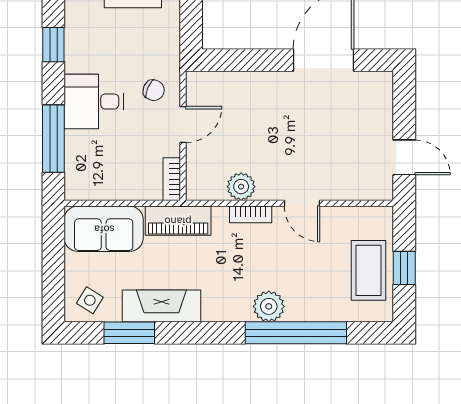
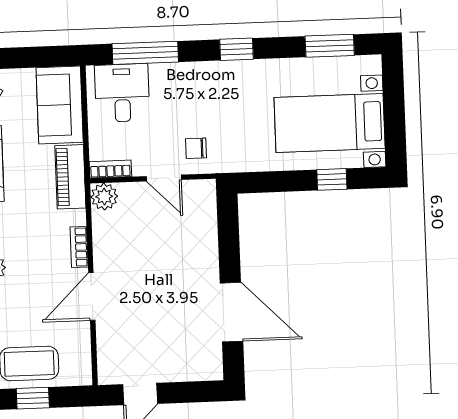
chair: (154, 90) -> (196, 148), turned 66
desk: (94, 101) -> (122, 93), moved
plant: (241, 187) -> (104, 197), moved
door: (302, 203) -> (92, 296), width x1.37

